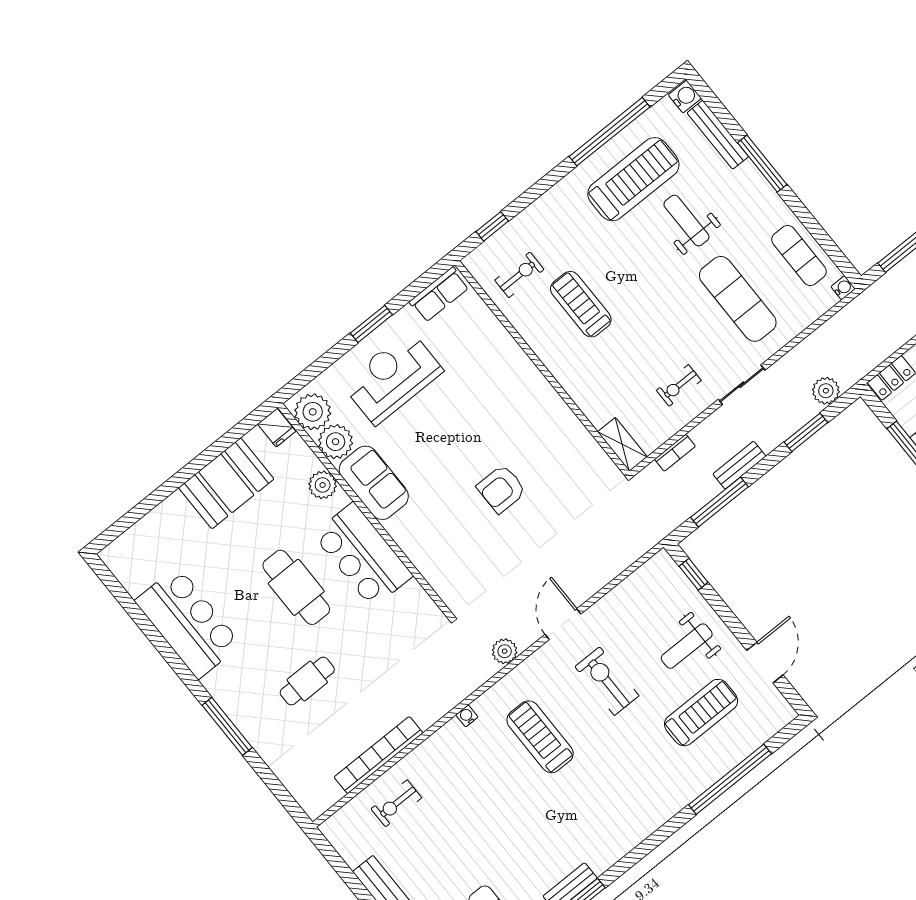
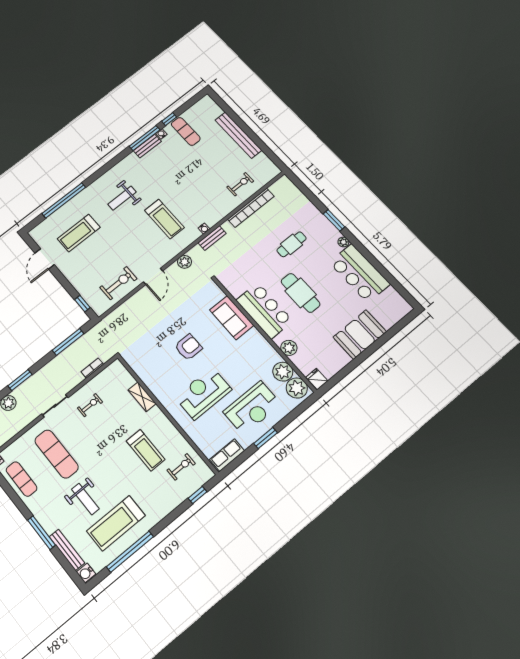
exercise bike: (519, 275) -> (181, 467), turned 180
reception desk: (477, 404) -> (203, 393), added
shelving: (622, 444) -> (142, 397), moved
bench: (739, 465) -> (212, 238), moved
booth: (226, 483) -> (360, 334), moved
sofa: (374, 483) -> (232, 318), moved
weight bench: (687, 646) -> (122, 198), moved, turned 180
exercise bike: (607, 681) -> (118, 283), moved, turned -90
plant: (213, 683) -> (343, 242), added
window: (227, 726) -> (334, 220), width x0.69

